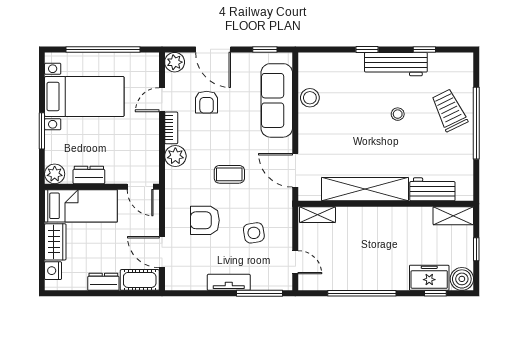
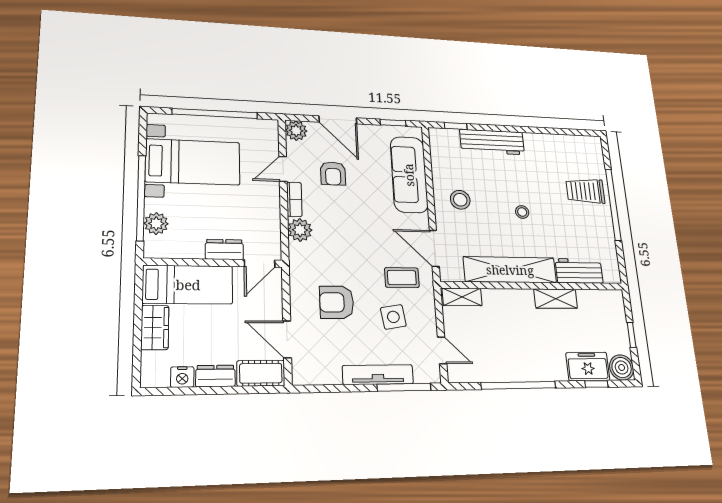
window: (367, 49) -> (456, 126), moved
window: (424, 49) -> (554, 131), removed
workbench: (396, 64) -> (492, 142), moved
stool: (310, 98) -> (460, 200), moved
trolley: (449, 110) -> (585, 191), turned -64
stool: (398, 114) -> (522, 212), moved
window: (42, 131) -> (141, 198), width x2.11
plant: (55, 174) -> (156, 224), moved
coffee table: (229, 174) -> (402, 278), moved
dresser: (89, 175) -> (224, 249), moved
door: (140, 187) -> (260, 263), hinge flipped
shelving: (453, 216) -> (556, 299), moved
nightstand: (53, 271) -> (182, 377), moved, turned -90
tv unit: (229, 282) -> (378, 375), width x1.41

